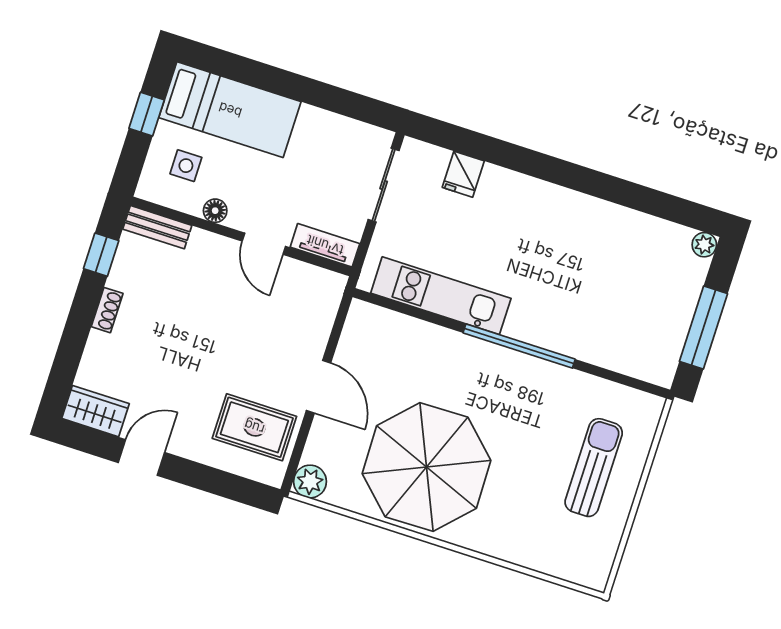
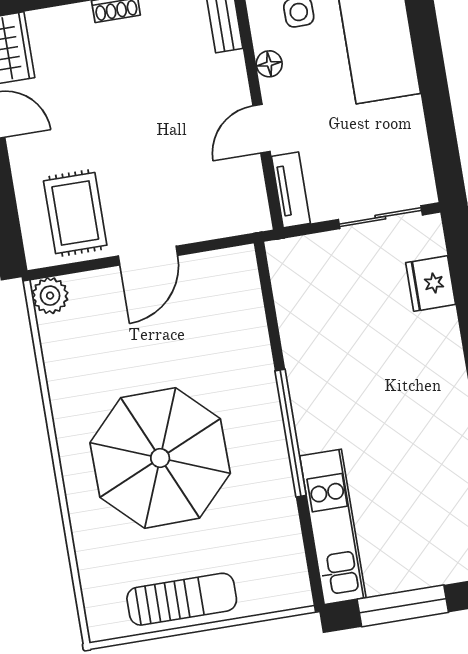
fridge: (463, 174) -> (431, 284), width x1.38
kitchen unit: (441, 296) -> (333, 527), moved
parasol: (427, 467) -> (160, 458), moved
sun lounger: (594, 468) -> (182, 599), moved

